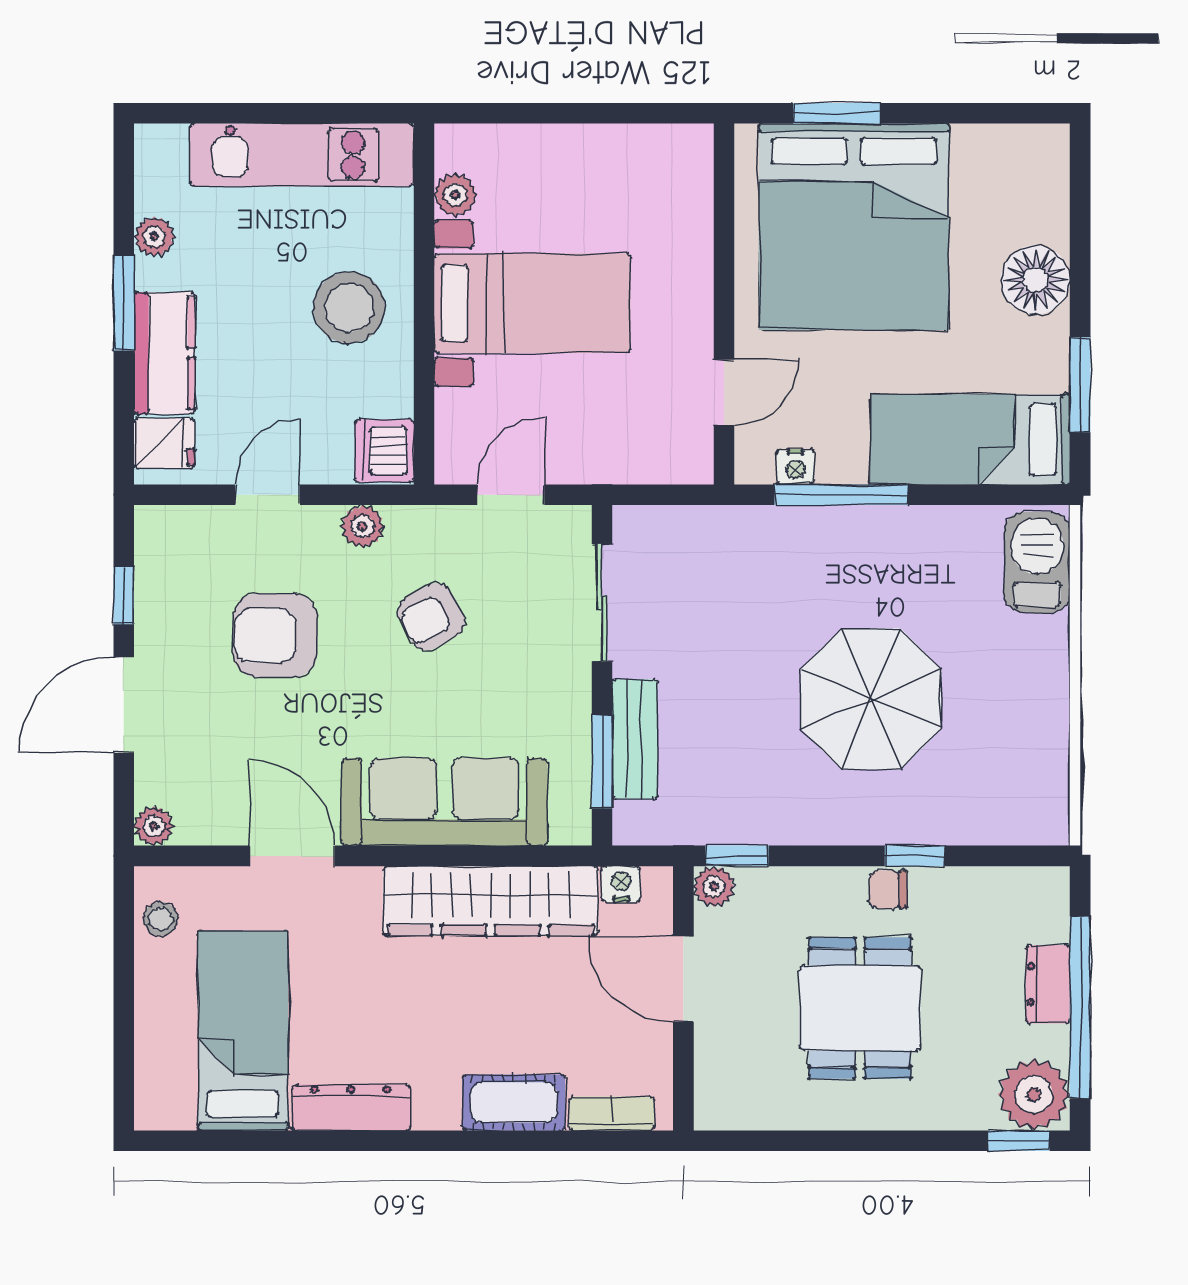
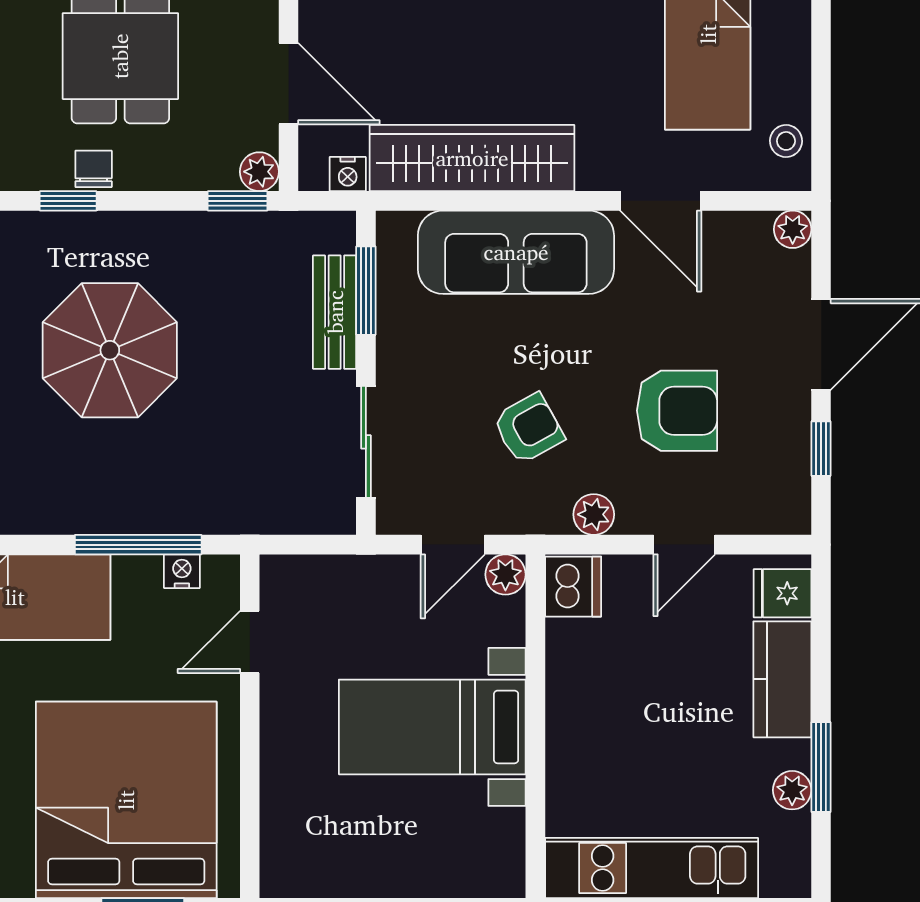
plant: (455, 195) -> (505, 575), moved
window: (124, 303) -> (821, 767), moved
stool: (349, 308) -> (607, 723), removed
chair: (888, 889) -> (94, 169), turned -90

